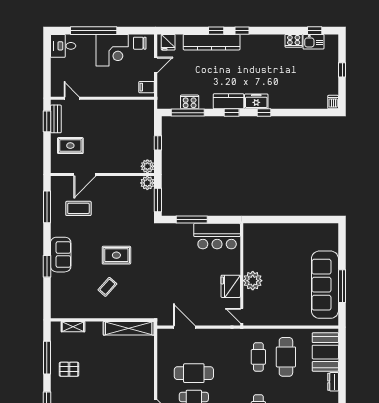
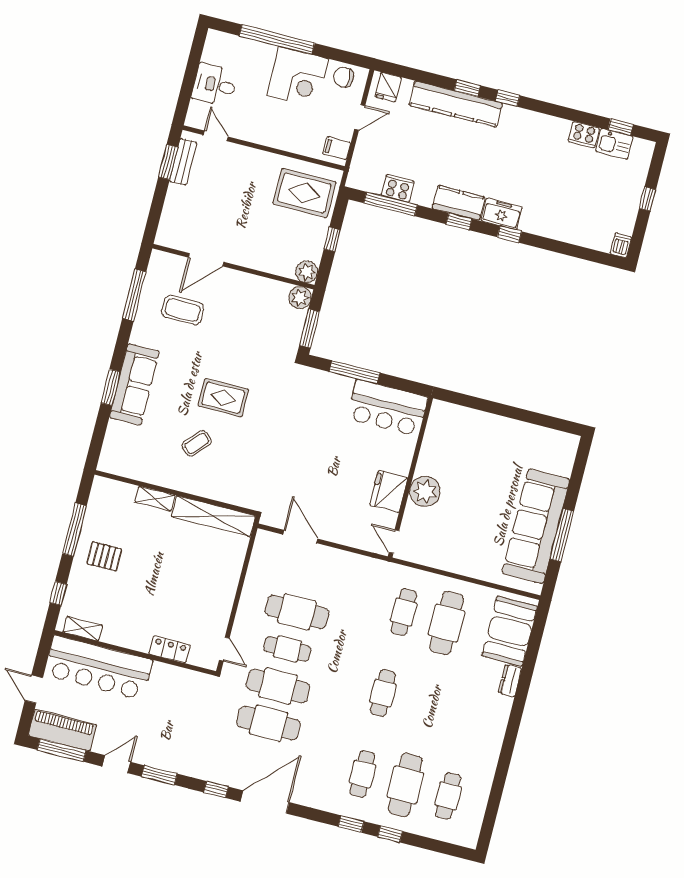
desk: (63, 46) -> (215, 85), moved
rug: (70, 146) -> (304, 193), moved, width x1.36, depth x1.43
sofa: (61, 255) -> (134, 384), width x1.36
shelving: (73, 327) -> (155, 499), moved

